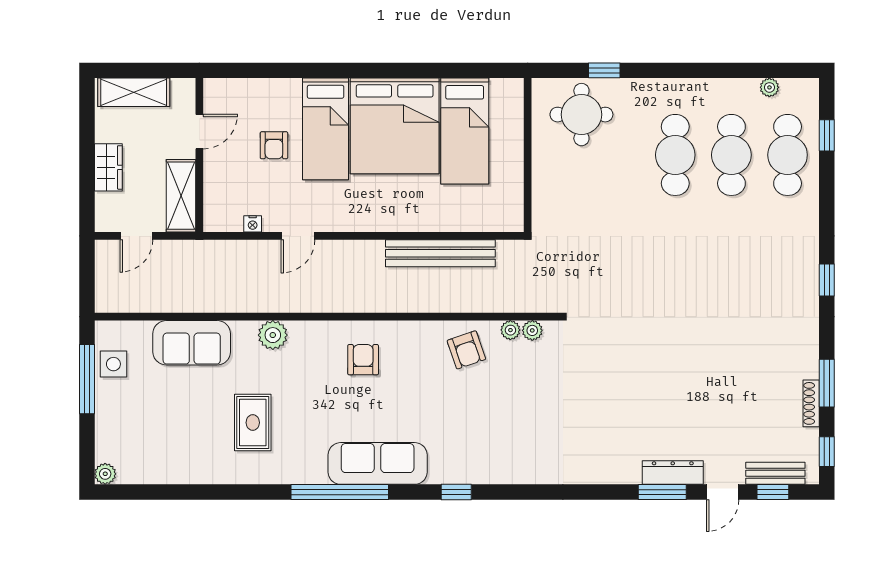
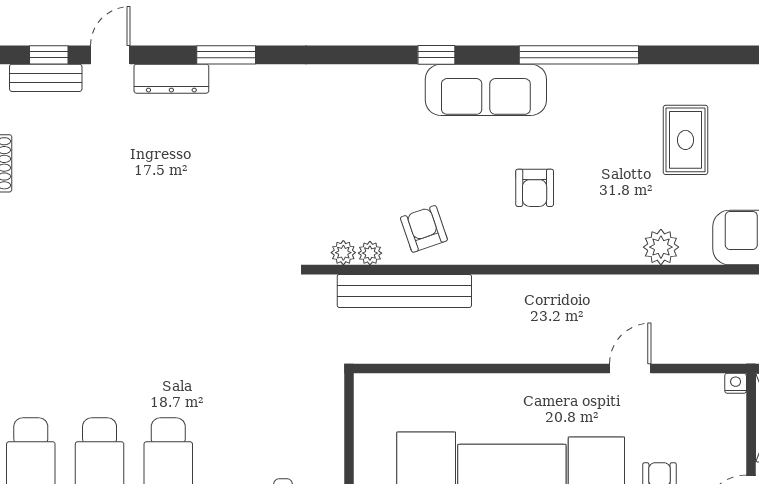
nightstand: (253, 224) -> (736, 383), moved
bench: (440, 253) -> (404, 291), moved
armchair: (363, 360) -> (535, 188), moved
sofa: (378, 463) -> (486, 90), moved
window: (662, 492) -> (226, 55), moved

